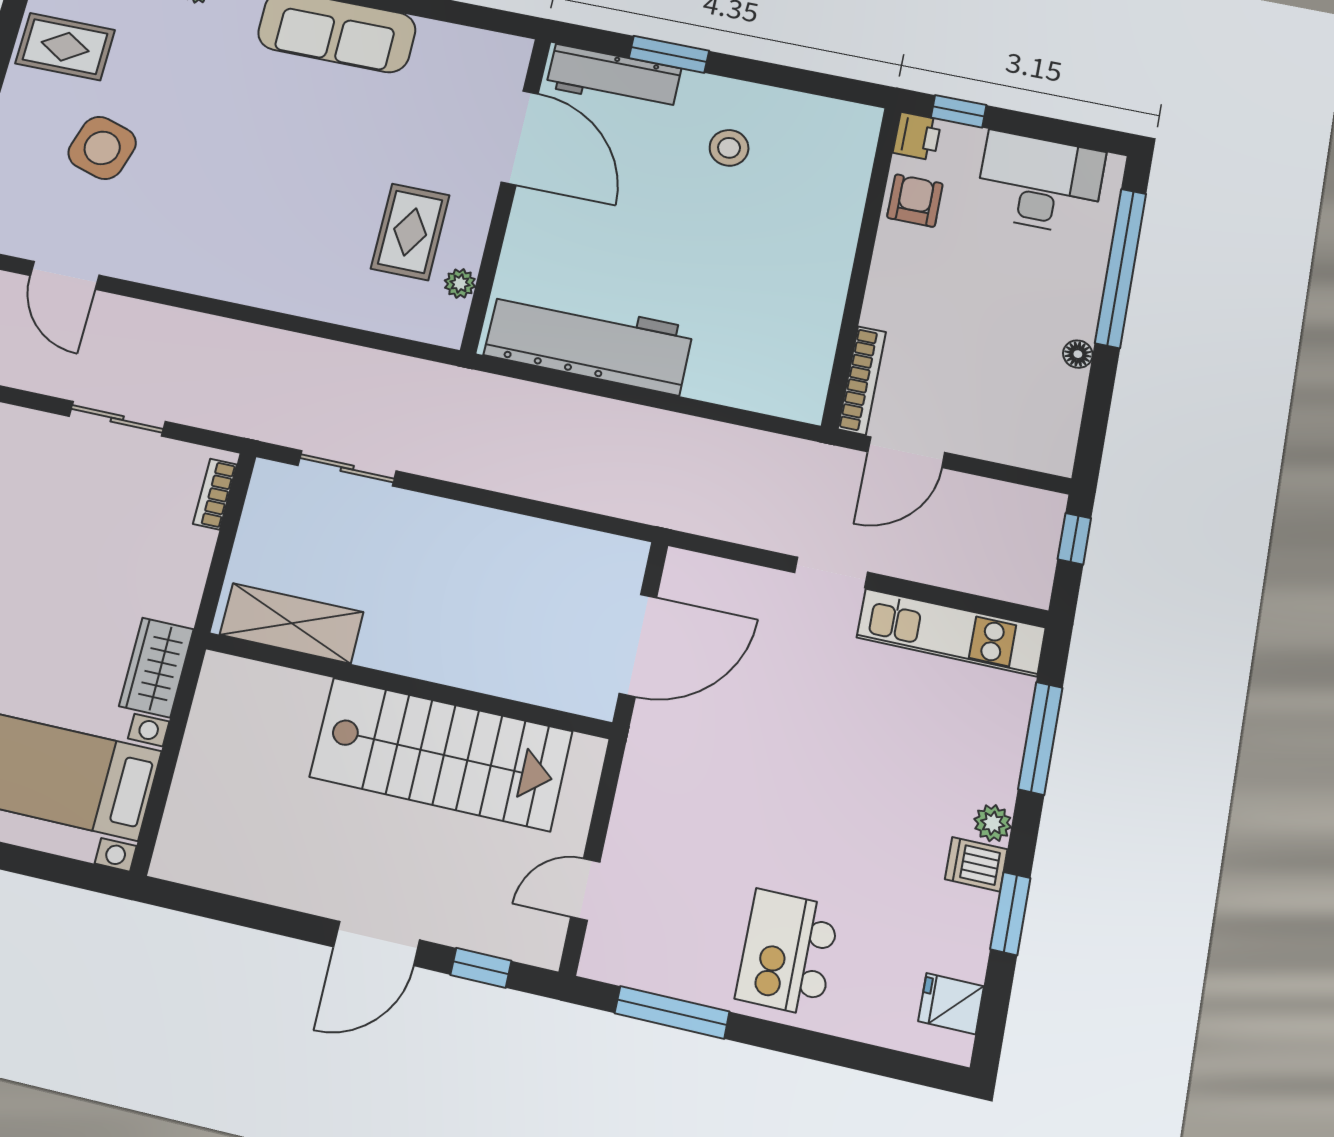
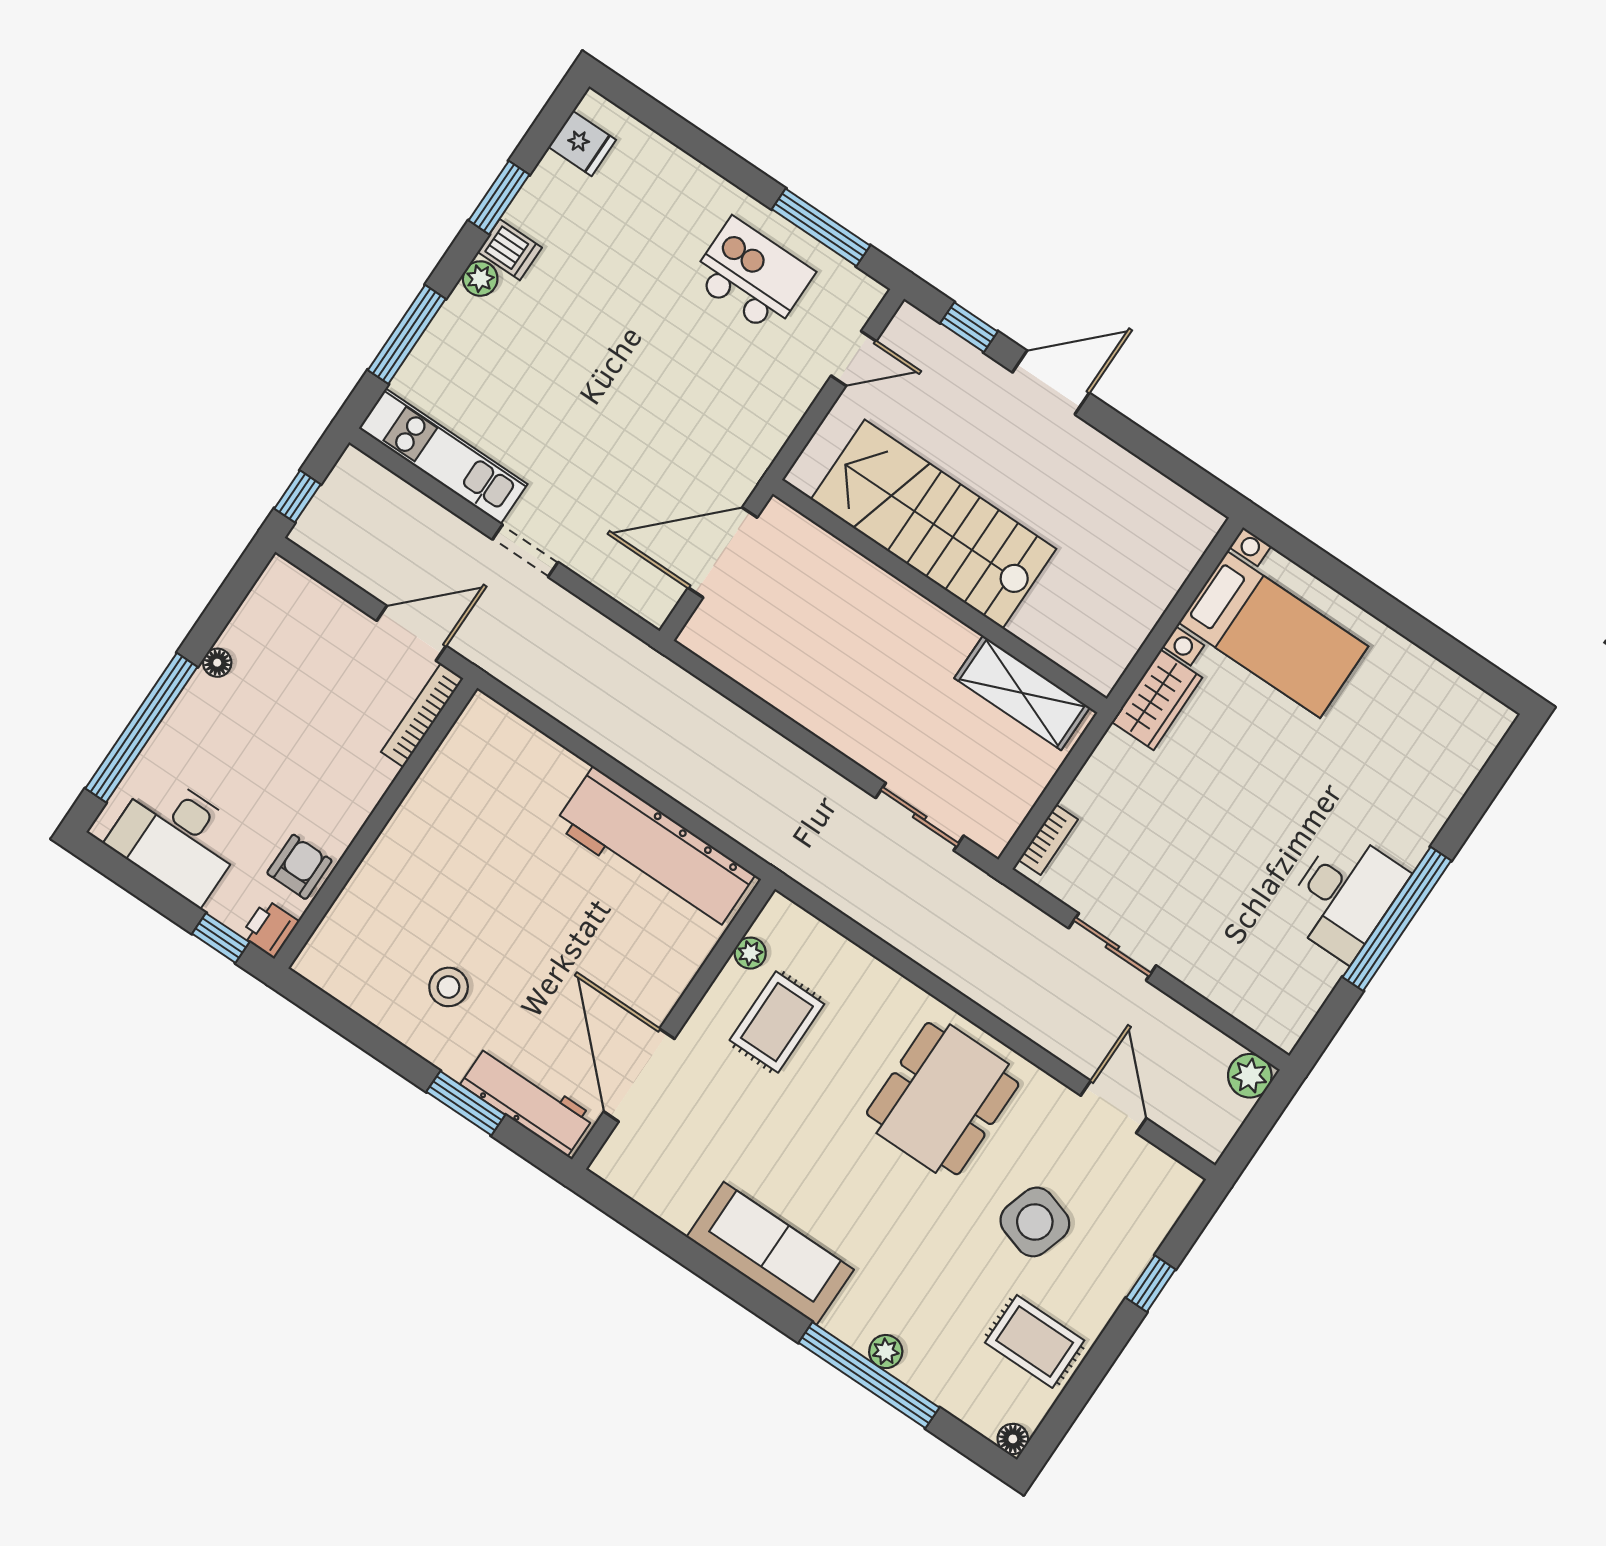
armchair: (915, 201) -> (299, 867), turned 180
dining table: (228, 223) -> (943, 1099), added
kitchen island: (788, 953) -> (752, 276), moved, turned -90

